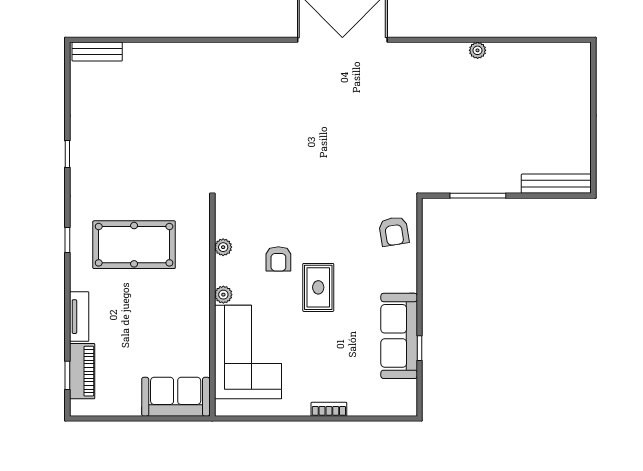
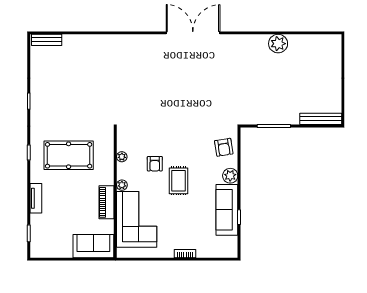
plant: (478, 50) -> (278, 44), width x1.87, depth x1.87
plant: (405, 279) -> (230, 176), added
piano: (82, 371) -> (107, 202), moved, turned 180

